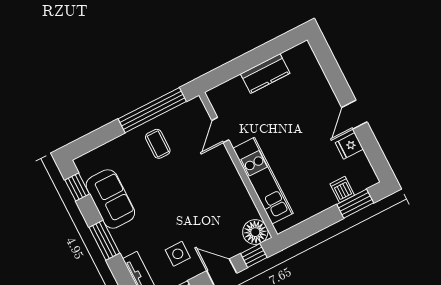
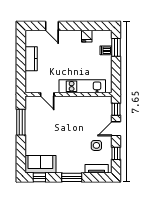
window: (152, 110) -> (21, 122), width x0.68
door: (354, 115) -> (52, 26), moved
coffee table: (158, 144) -> (38, 128), removed
sofa: (110, 199) -> (40, 164), moved
floor lamp: (255, 232) -> (105, 103), removed

